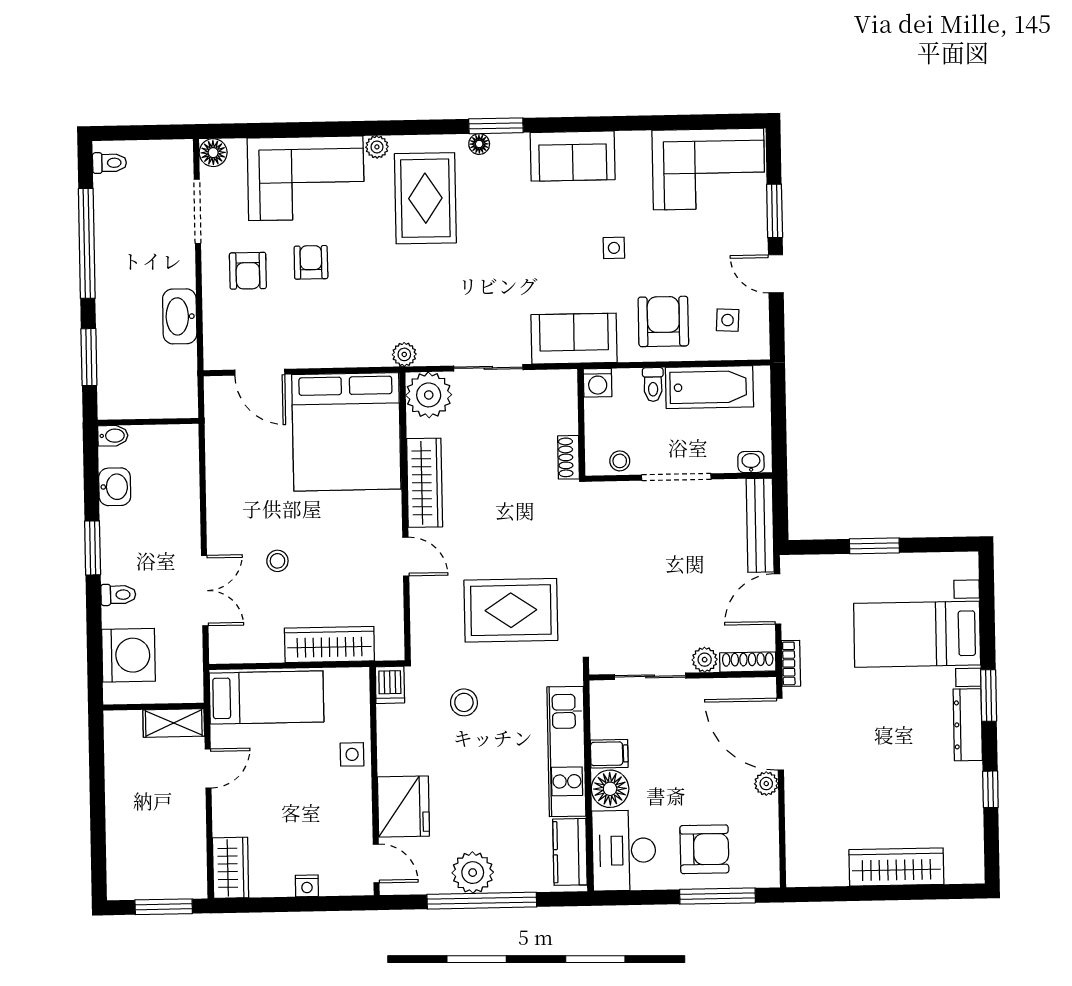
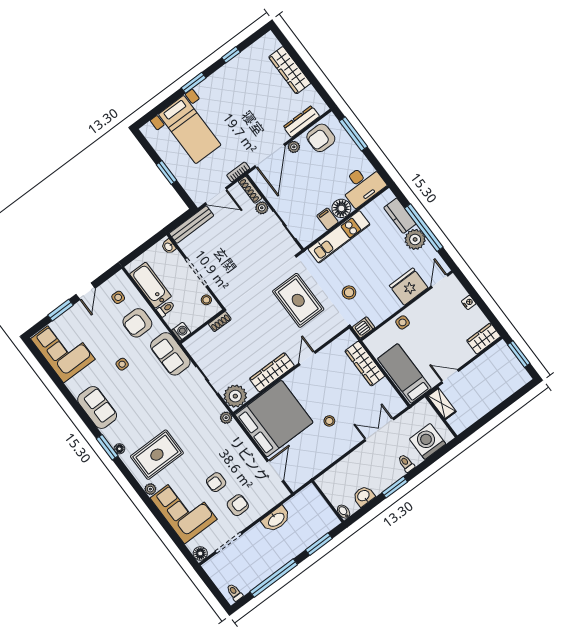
stool: (277, 561) -> (329, 421), moved
dresser: (968, 725) -> (301, 121), moved, turned 180
armchair: (704, 849) -> (321, 138), moved, turned -90
kitchen counter: (570, 852) -> (400, 216), moved, turned 90

